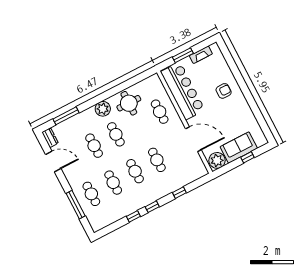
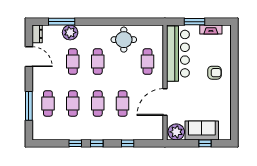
plant: (103, 109) -> (70, 32), moved
door: (193, 139) -> (165, 102), swing flipped

